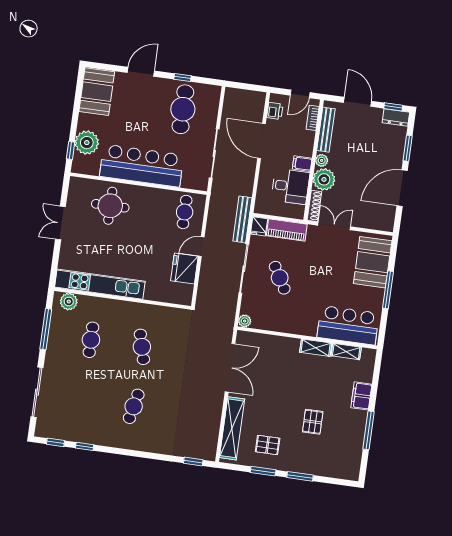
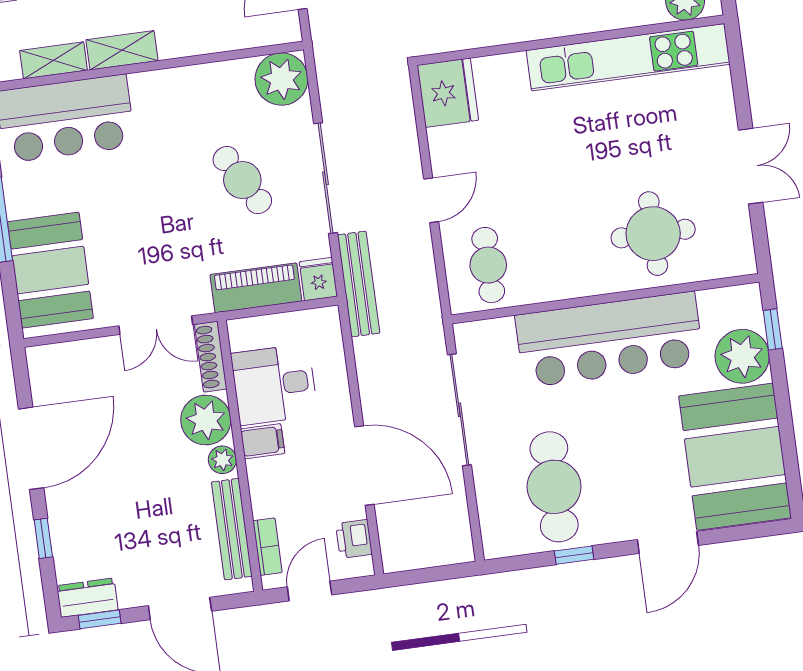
booth: (97, 92) -> (735, 457), width x1.36, depth x1.42
window: (408, 148) -> (43, 538), width x0.67
fridge: (184, 269) -> (448, 93), moved
plant: (245, 321) -> (281, 79), width x1.87, depth x1.87

